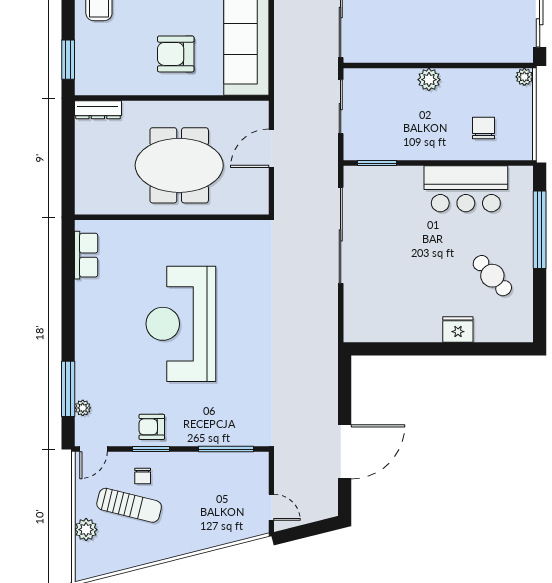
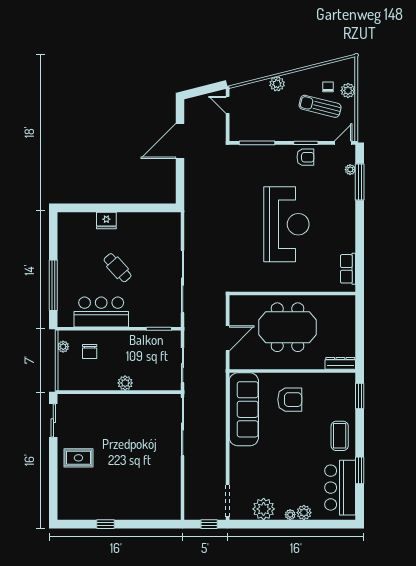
plant: (524, 77) -> (63, 347), moved
cafe table: (492, 276) -> (118, 268), moved
chair: (143, 476) -> (328, 87), moved
plant: (195, 540) -> (277, 84), added

